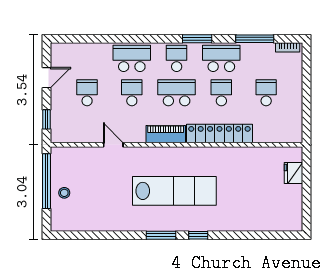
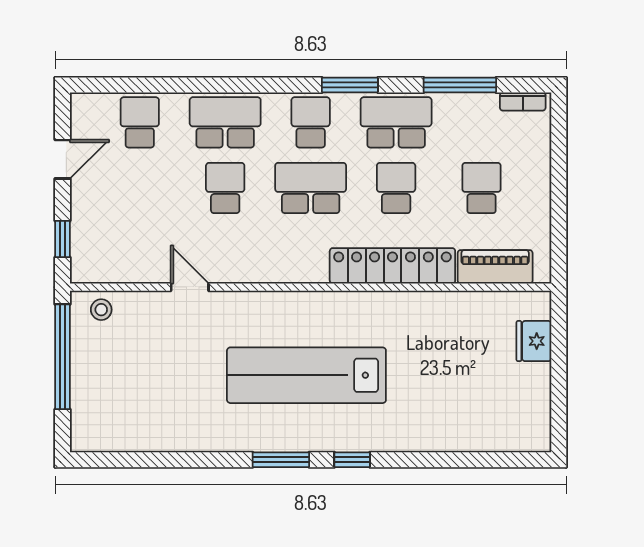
school desk: (87, 93) -> (140, 122), moved
piano: (166, 134) -> (495, 267), moved
lab bench: (174, 191) -> (306, 375), turned 180
stool: (64, 193) -> (101, 310), moved

